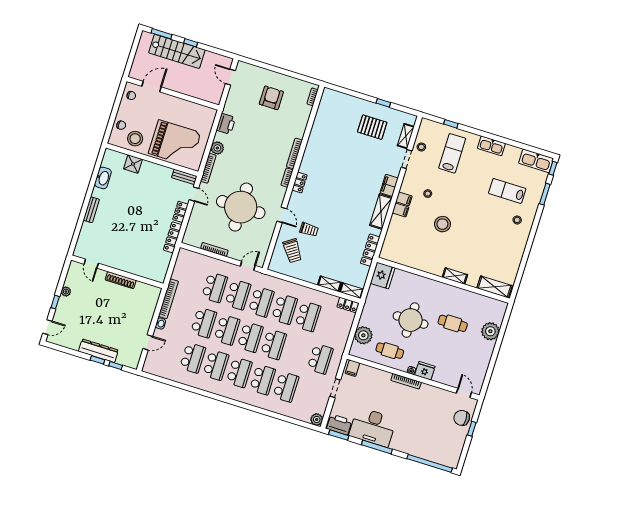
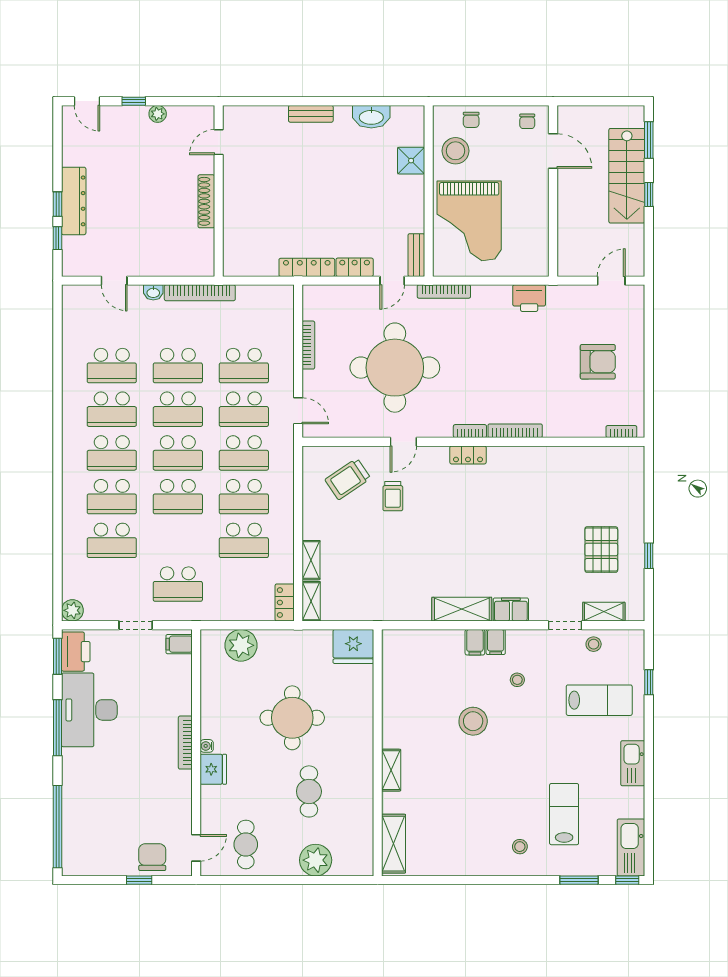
plant: (217, 148) -> (483, 296), removed
locker: (370, 250) -> (390, 612), removed
cafe table: (390, 351) -> (246, 844), moved

